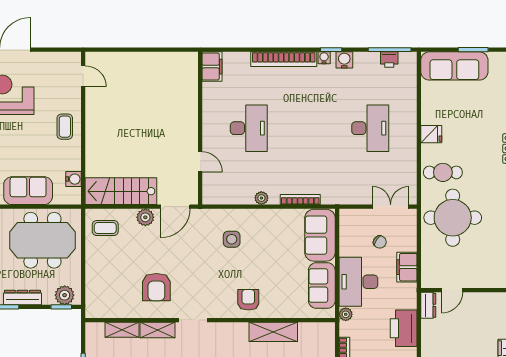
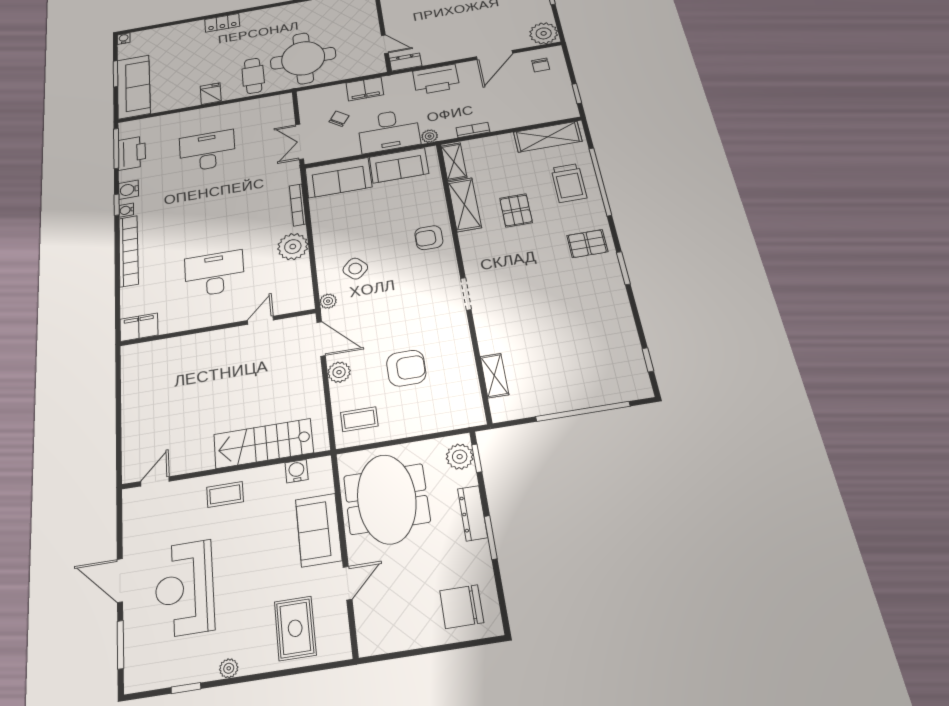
printer: (389, 60) -> (132, 153), width x1.87, depth x1.48
stairs: (121, 191) -> (263, 443), moved, turned 90
plant: (261, 198) -> (293, 247), width x1.88, depth x1.88
double door: (391, 207) -> (300, 142), moved
plant: (207, 215) -> (328, 301), added
coffee table: (105, 228) -> (359, 419), turned 90
side table: (232, 239) -> (355, 269), turned 45
armchair: (156, 287) -> (406, 368), moved
shelving: (158, 330) -> (454, 162), moved

